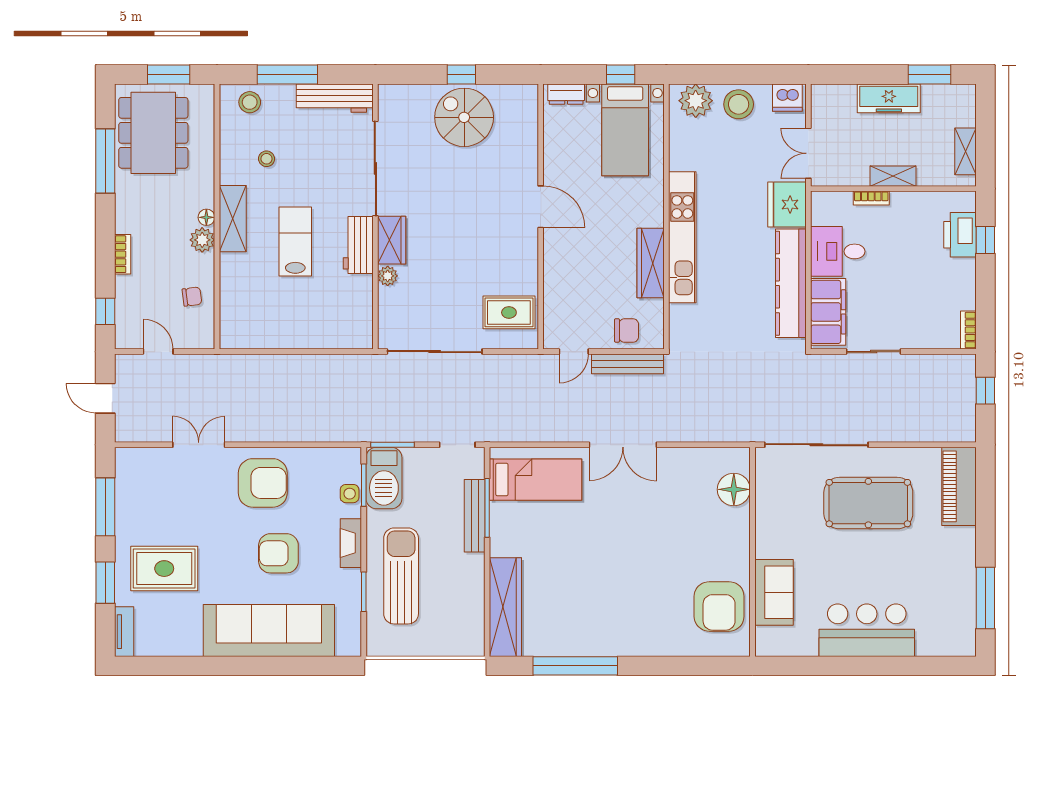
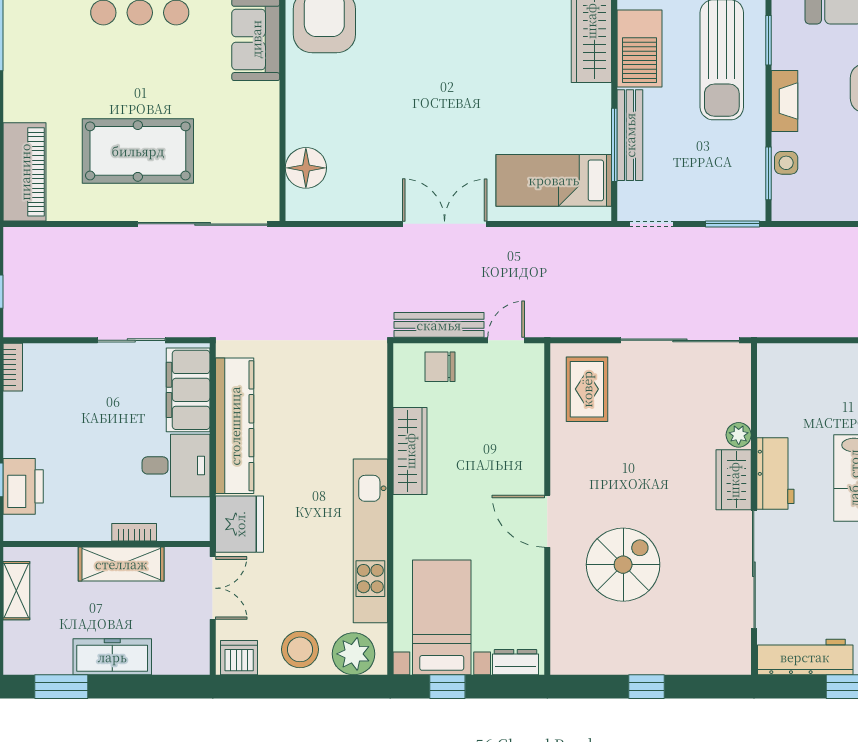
spiral stairs: (464, 117) -> (623, 565), moved, turned -90
shelving: (893, 176) -> (121, 564), width x1.50, depth x1.33
kitchen unit: (682, 237) -> (370, 541), moved
rug: (509, 312) -> (587, 389), turned 90
barbecue: (384, 478) -> (640, 48), moved, turned 180

